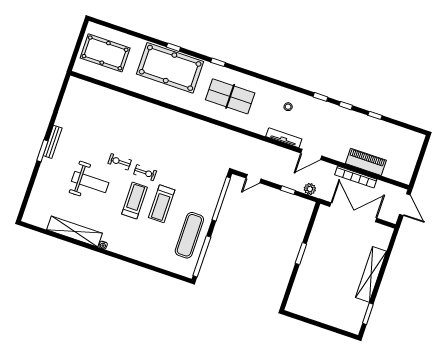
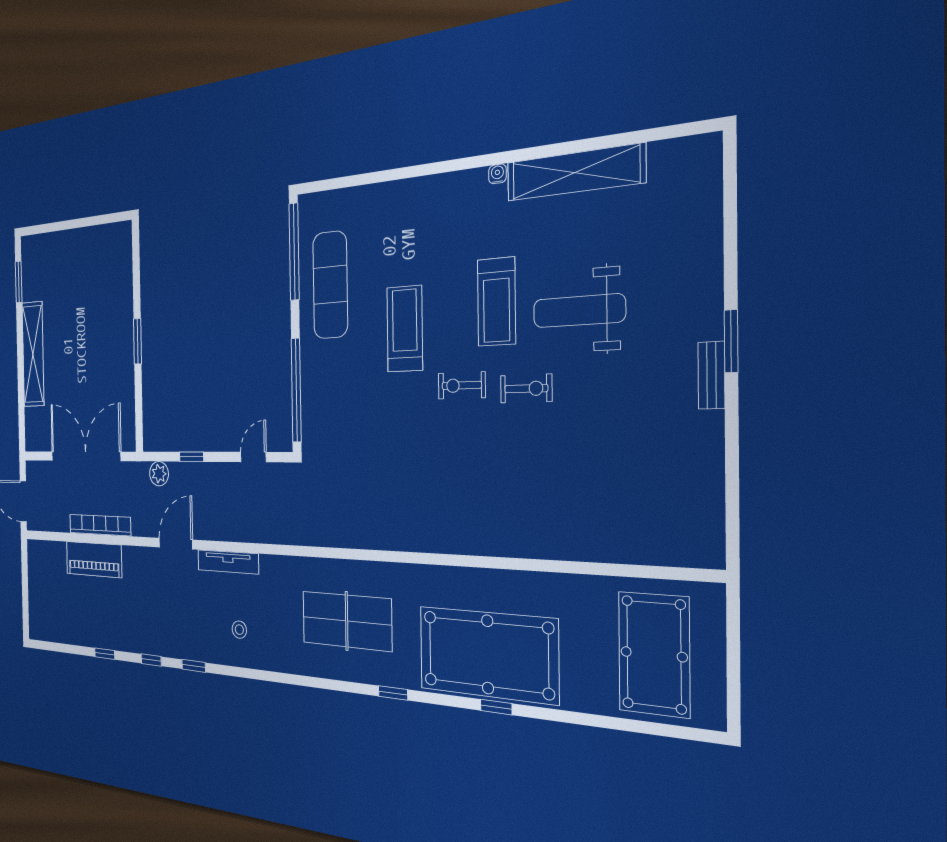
pool table: (105, 53) -> (654, 654), turned 90
bench: (53, 142) -> (711, 375), width x0.73
treadmill: (135, 201) -> (496, 302), moved
double door: (353, 212) -> (86, 456), swing flipped

